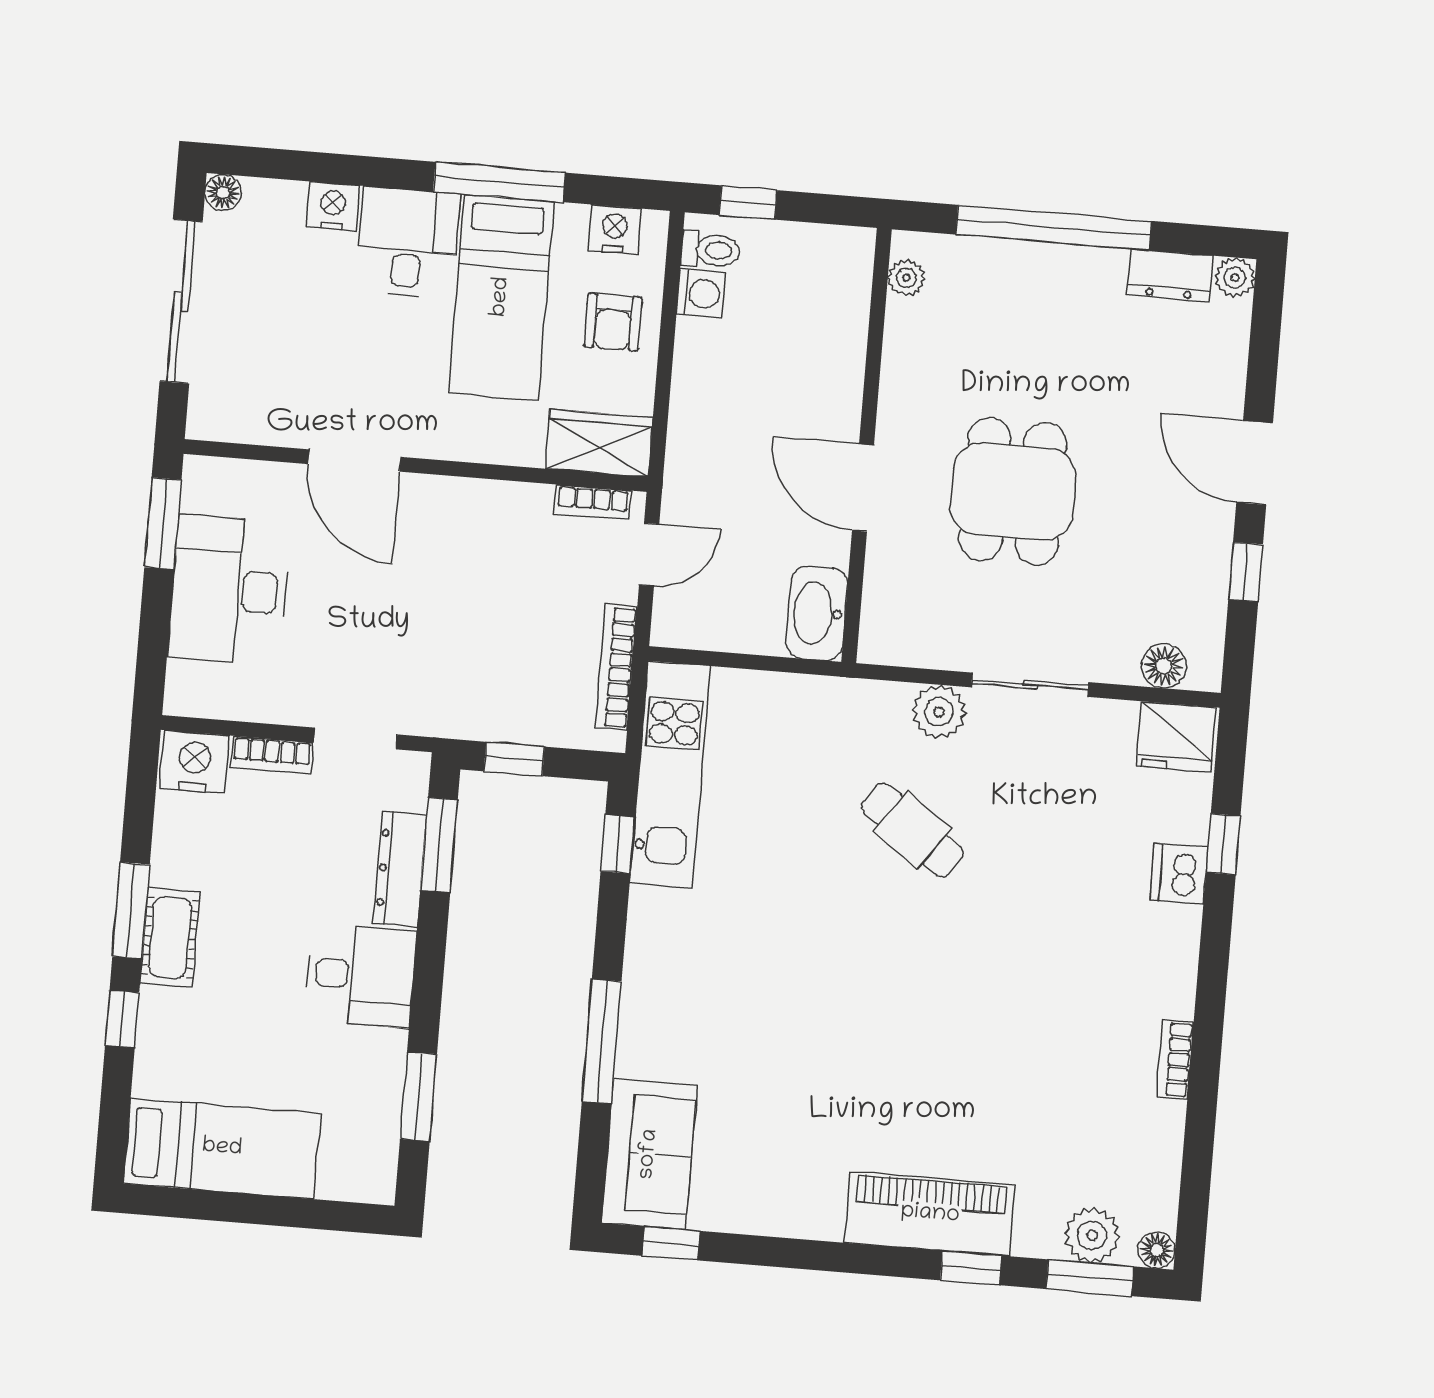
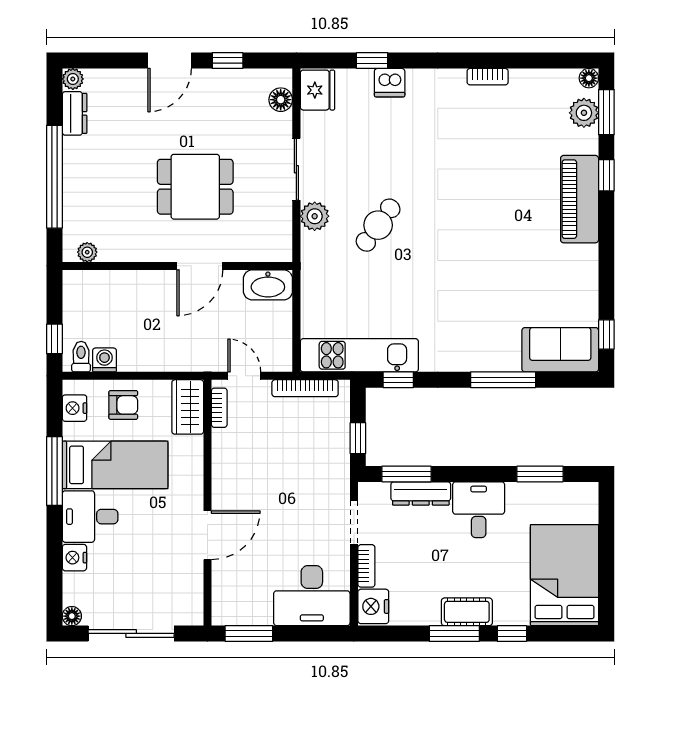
desk: (229, 590) -> (312, 596), moved
bed: (222, 1148) -> (564, 575), width x1.50

